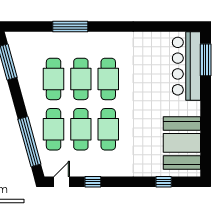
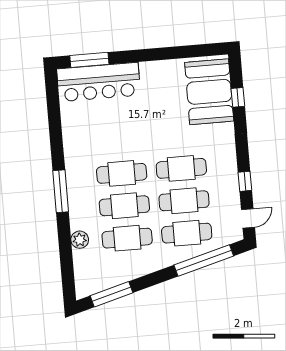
window: (70, 27) -> (61, 191), moved
plant: (56, 39) -> (80, 240), added
booth: (182, 143) -> (209, 92), moved, turned 90
door: (62, 182) -> (248, 218), swing flipped

